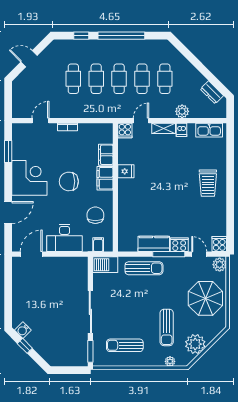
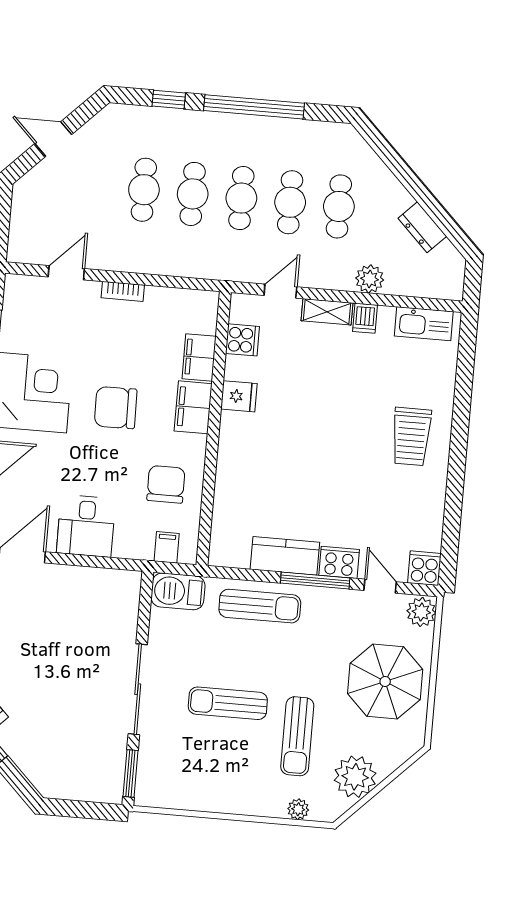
dresser: (212, 92) -> (422, 227), moved
cooker: (125, 130) -> (242, 340), moved, turned -90
desk: (65, 238) -> (86, 526), width x0.73
sun lounger: (125, 345) -> (228, 703), moved

